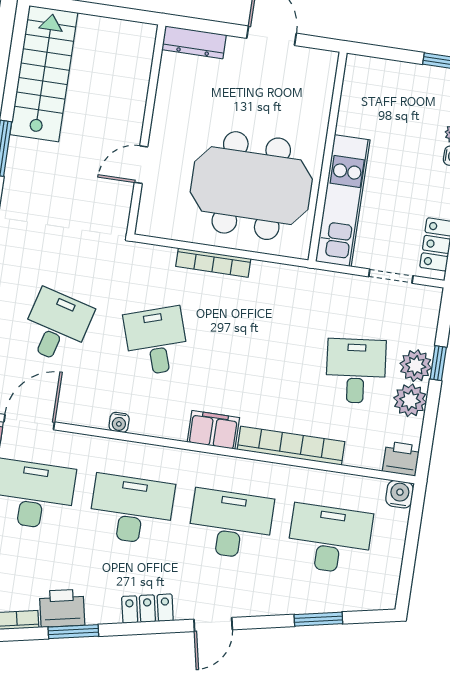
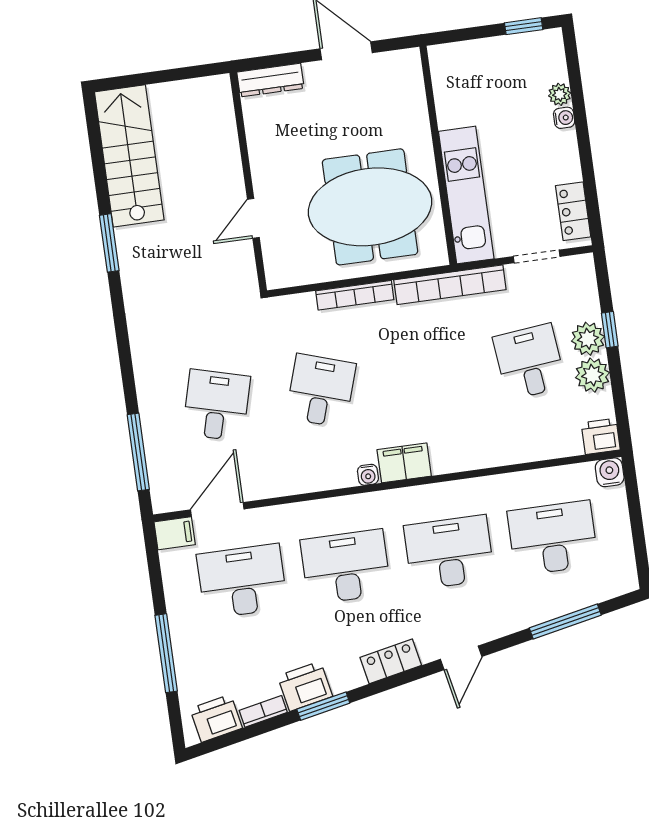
desk: (156, 341) -> (321, 391), turned 36
water cooler: (119, 422) -> (368, 475), moved
bookcase: (291, 446) -> (450, 285), moved, turned 180
window: (318, 619) -> (565, 622), width x1.44

